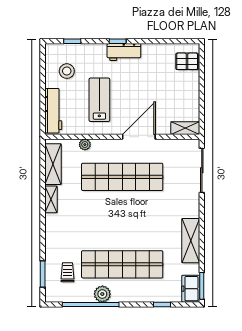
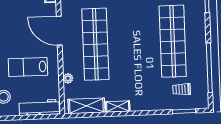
plant: (102, 294) -> (200, 58), removed

